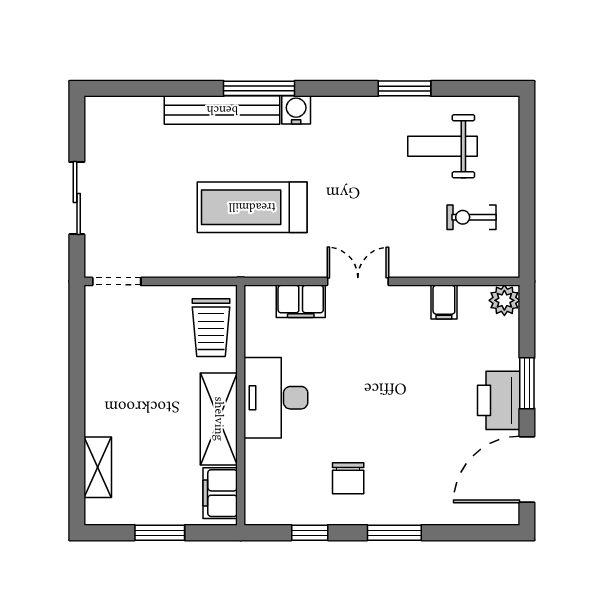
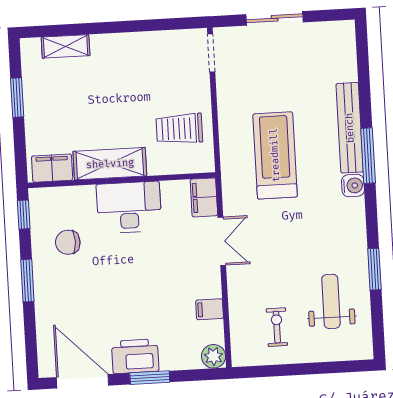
desk: (276, 398) -> (129, 207), moved
wall: (241, 405) -> (122, 180), moved
shelving: (219, 419) -> (110, 164), moved
filing cabinet: (220, 493) -> (52, 168), moved

